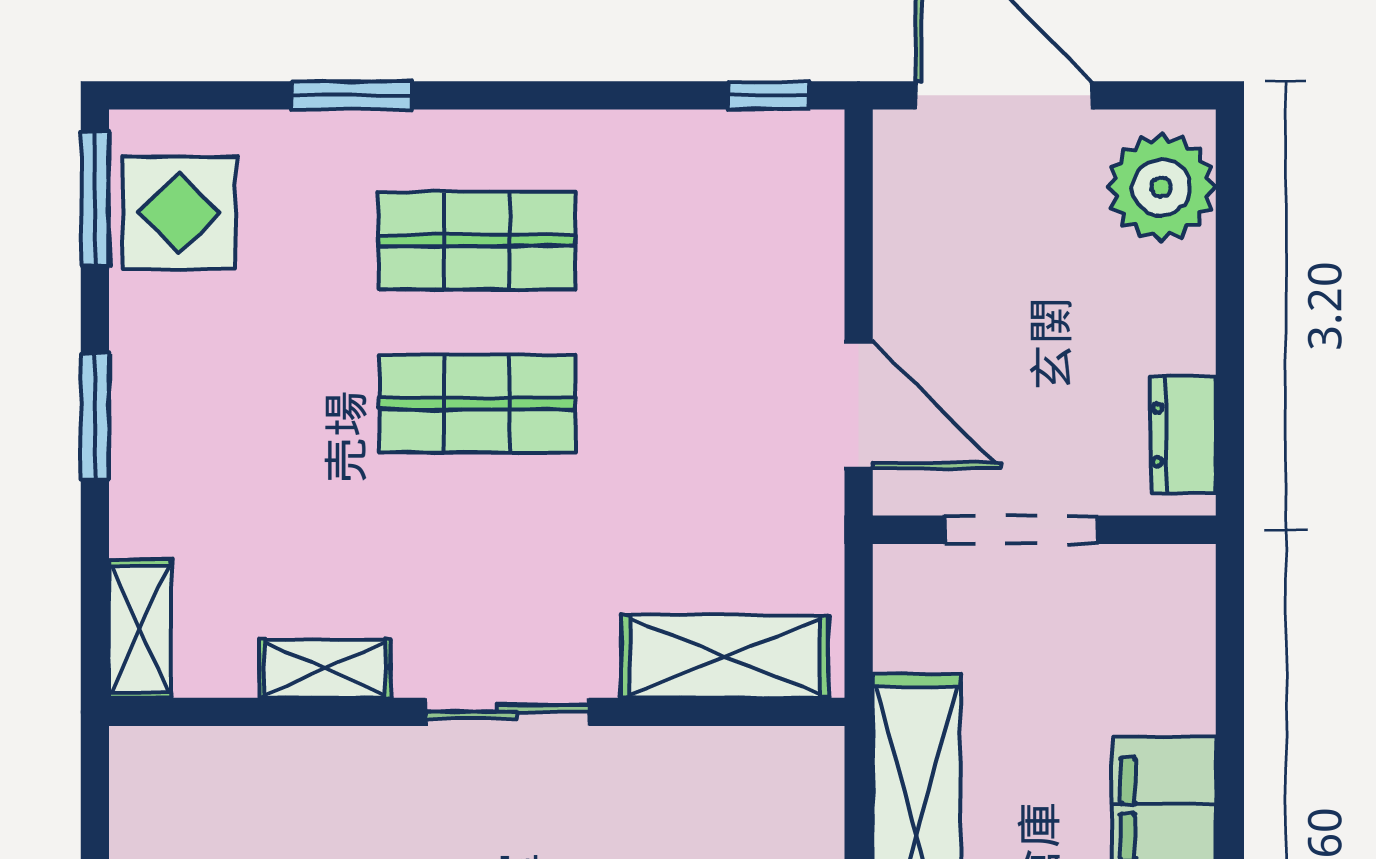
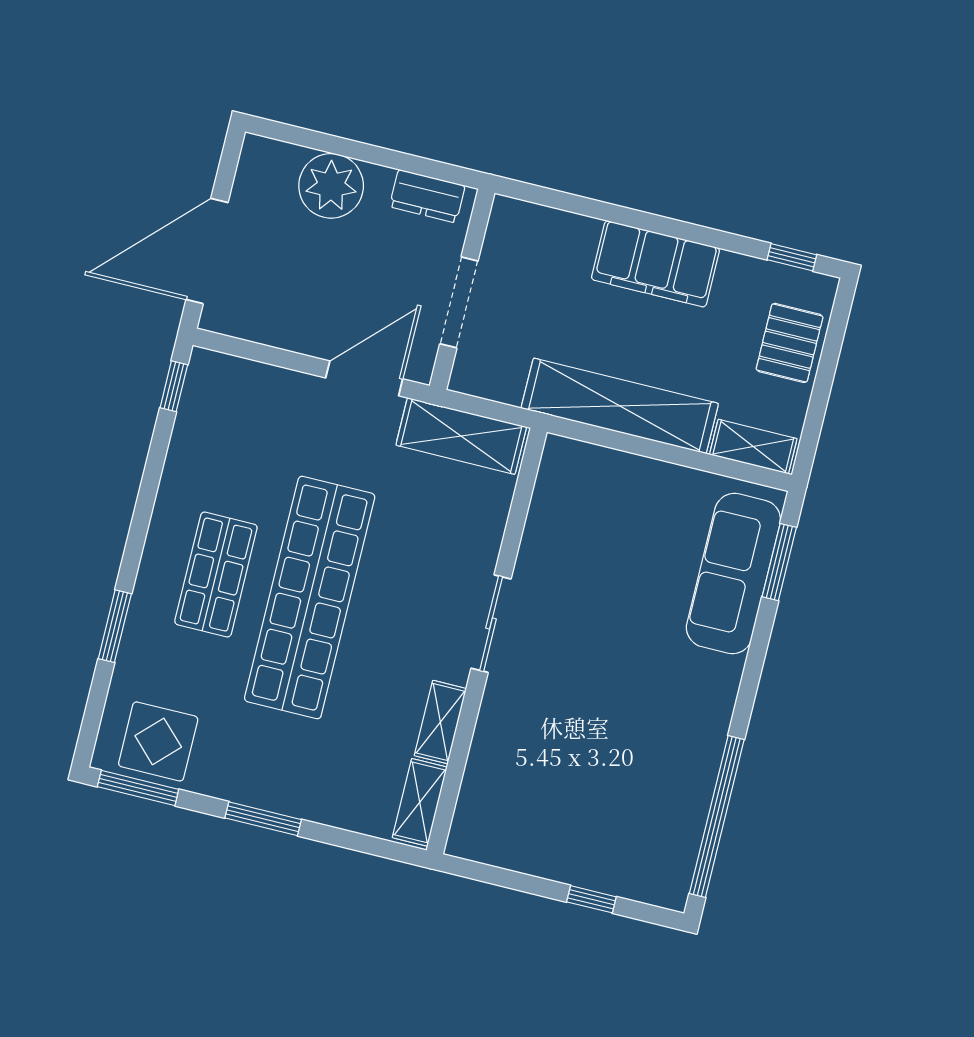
plant: (1161, 187) -> (331, 186), moved
shop shelf: (477, 404) -> (310, 598), width x2.00, depth x1.36
shelving: (140, 629) -> (420, 802), moved, turned 90
shelving: (725, 656) -> (461, 436), moved, turned 90

